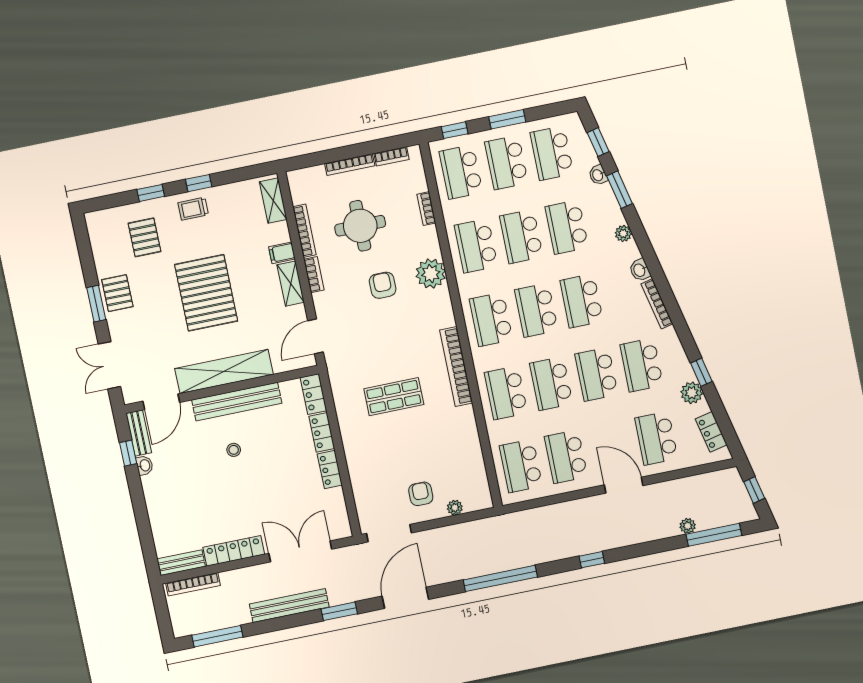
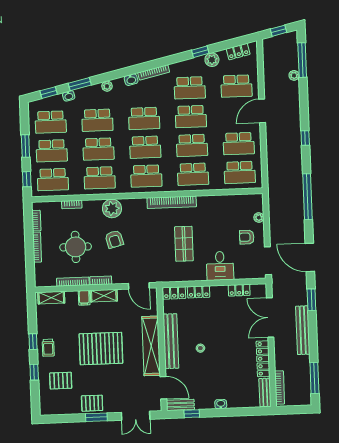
armchair: (383, 285) -> (114, 239), turned -105
desk: (369, 459) -> (220, 266), added
washbasin: (145, 465) -> (221, 404), moved
locker: (330, 469) -> (239, 290), moved

